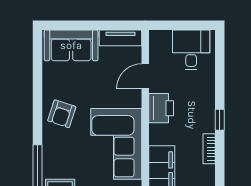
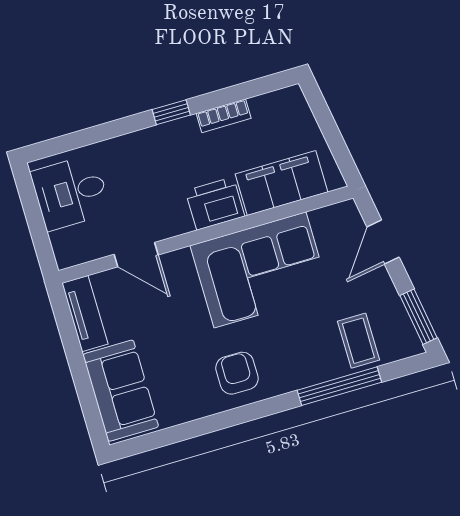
printer: (161, 108) -> (215, 203), moved
armchair: (62, 114) -> (237, 373), turned -108

